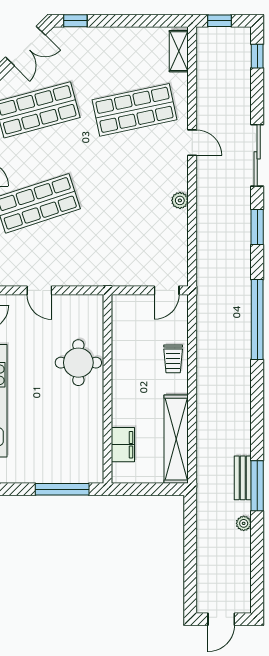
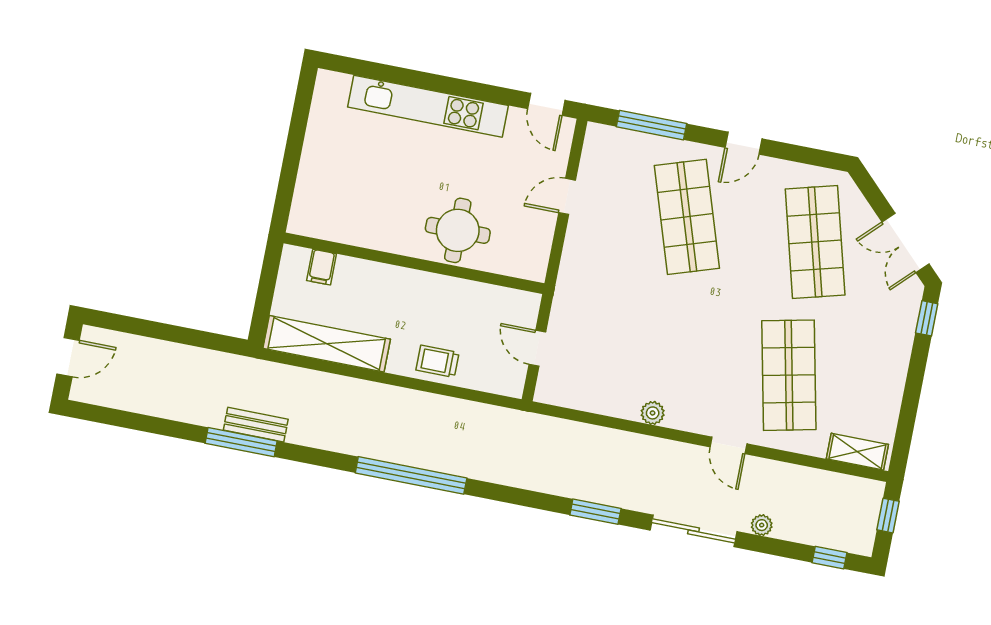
door: (192, 143) -> (728, 445), hinge flipped
door: (167, 290) -> (537, 348), moved
window: (257, 320) -> (411, 475), moved
filing cabinet: (123, 445) -> (322, 267), width x0.50
window: (62, 489) -> (289, 174), removed
plant: (244, 523) -> (762, 525), moved
door: (221, 619) -> (68, 357), swing flipped

